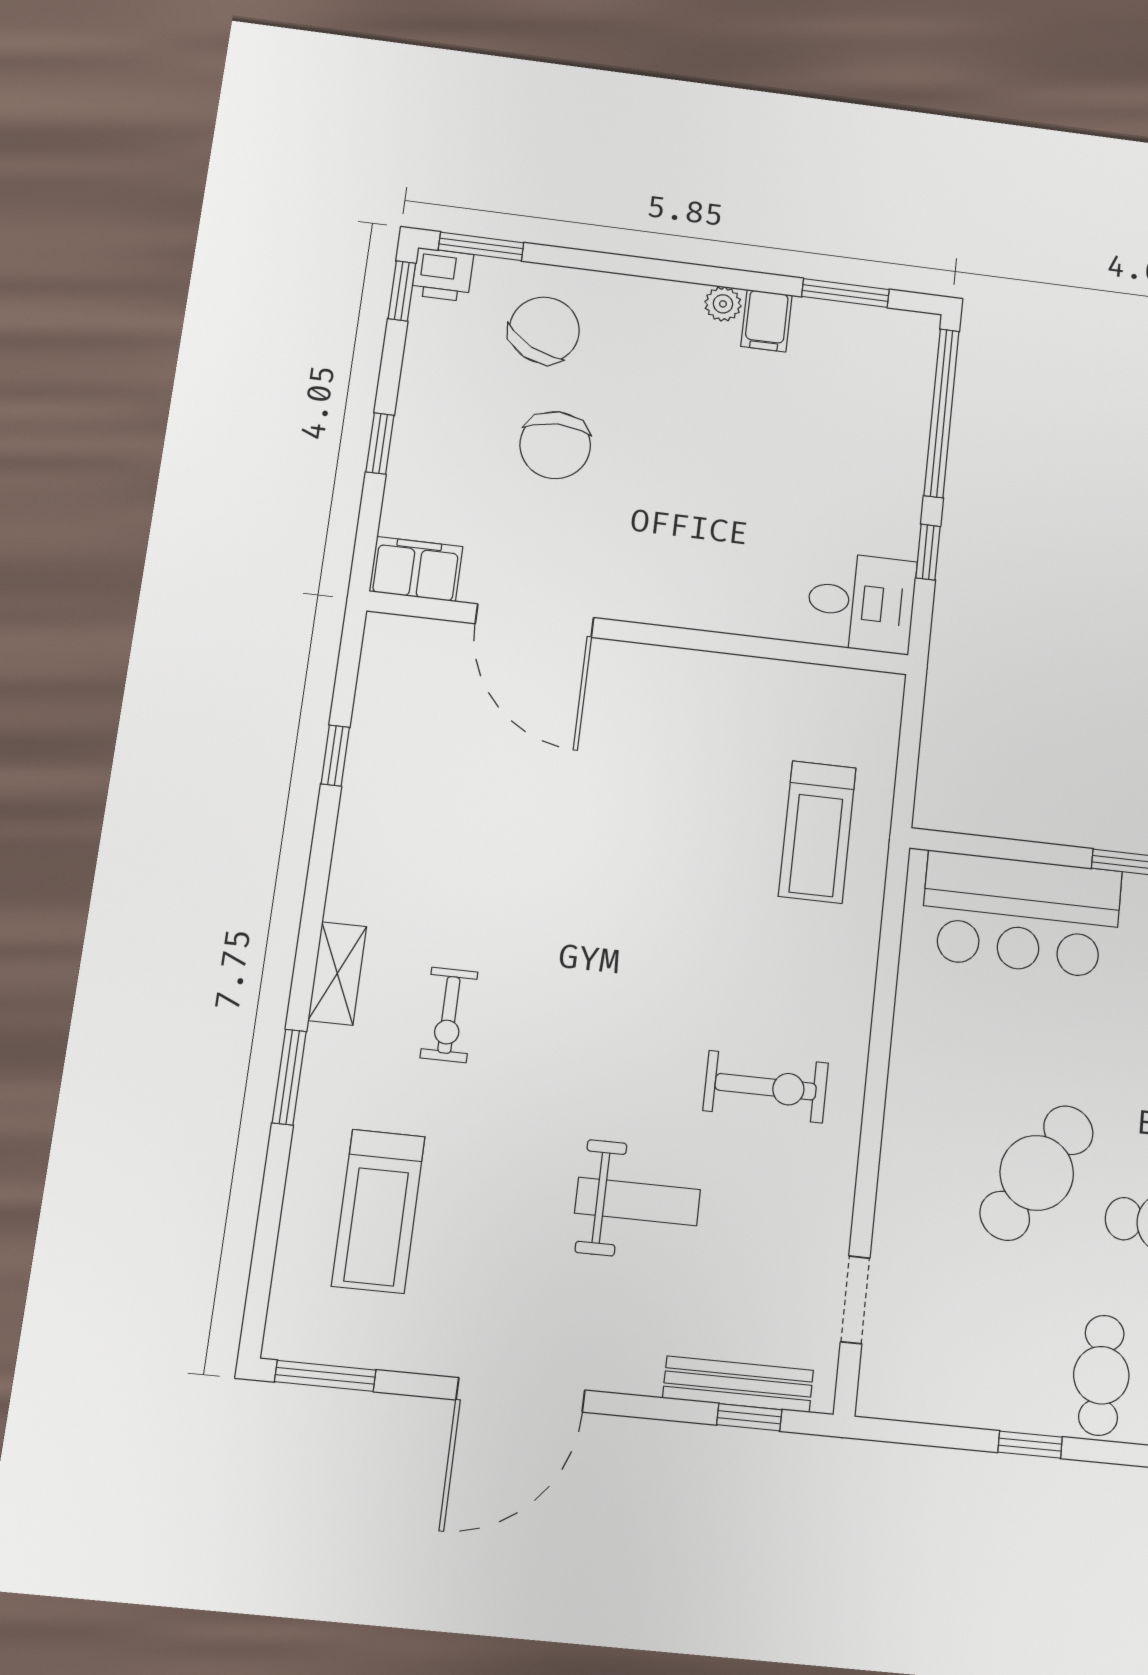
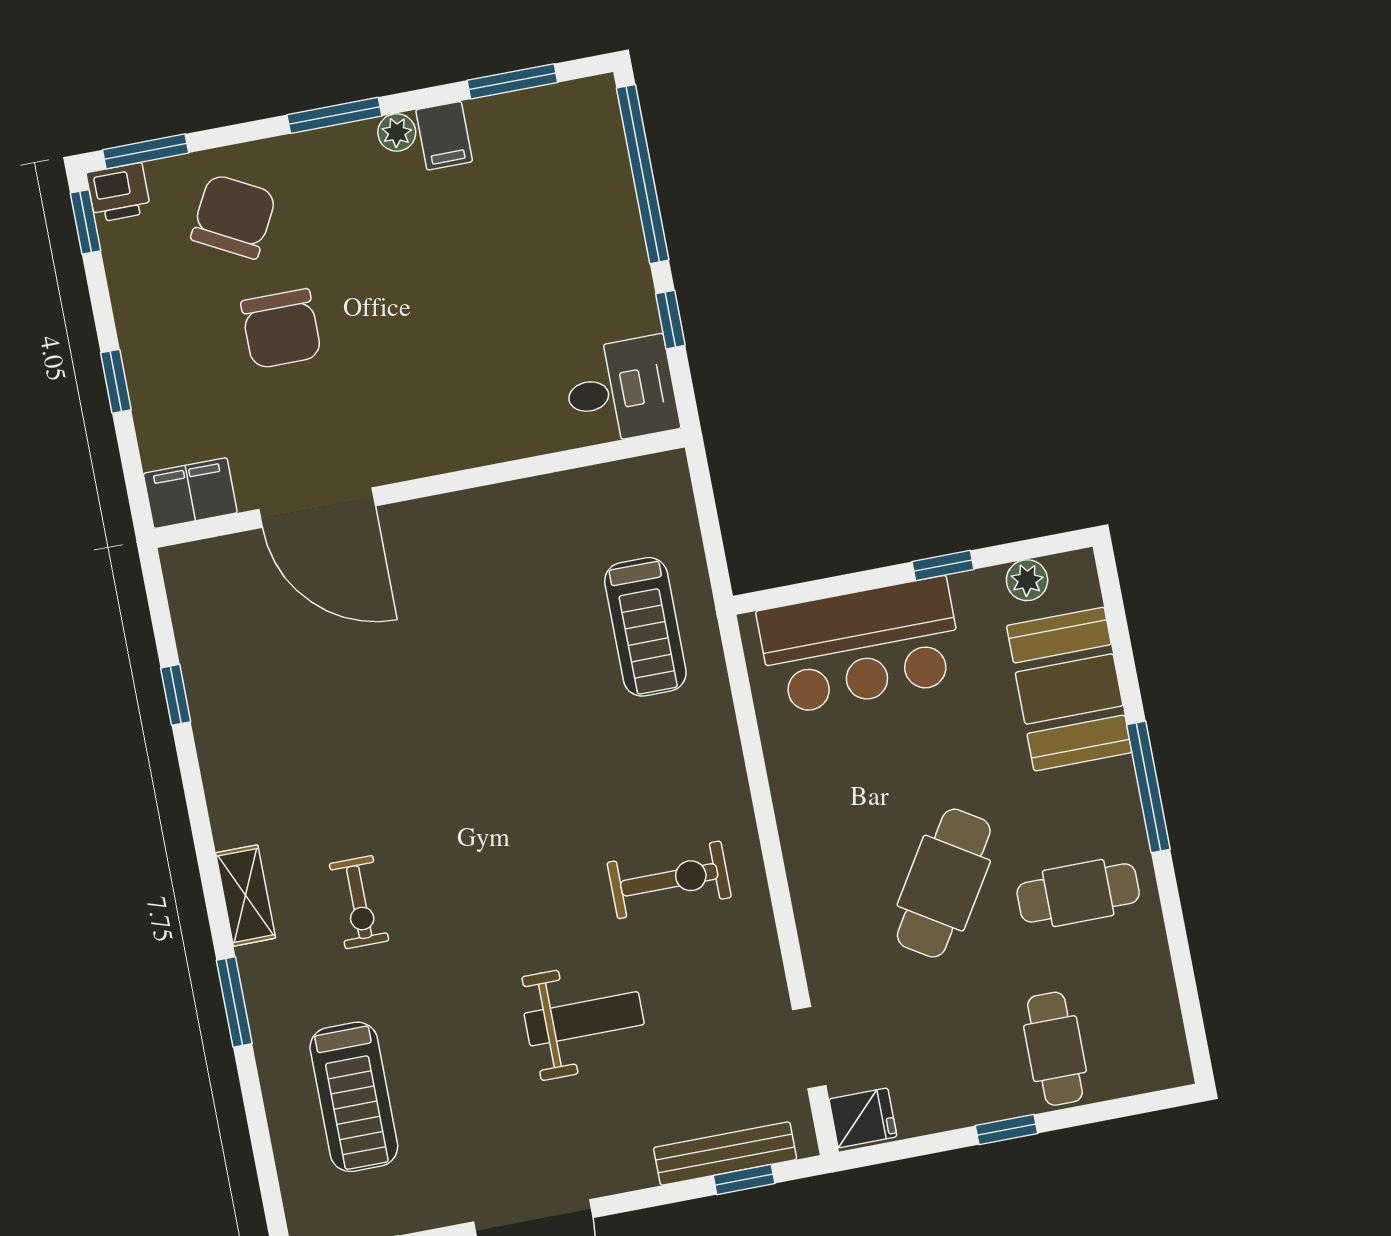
window: (669, 270) -> (334, 115), added
fridge: (889, 1389) -> (863, 1118), added

